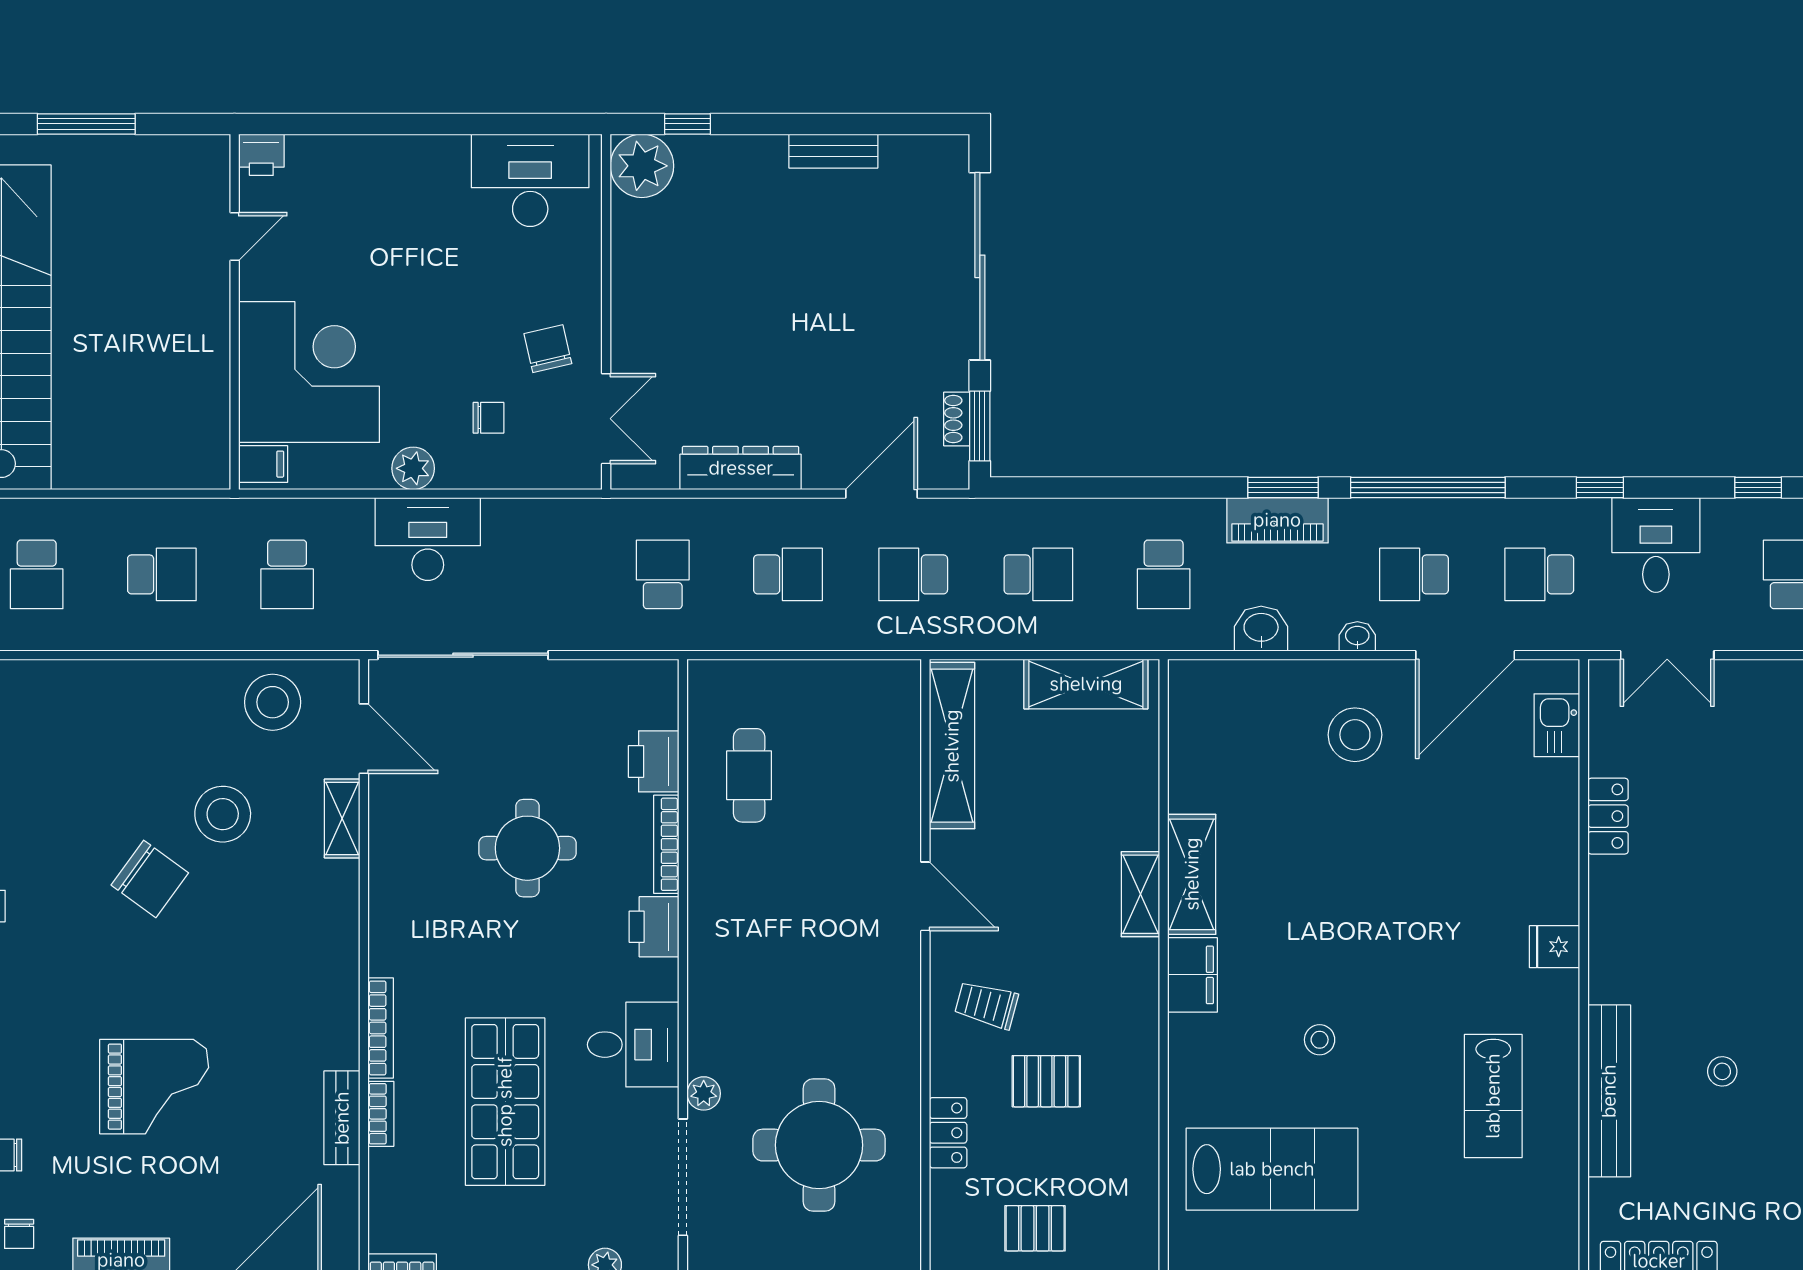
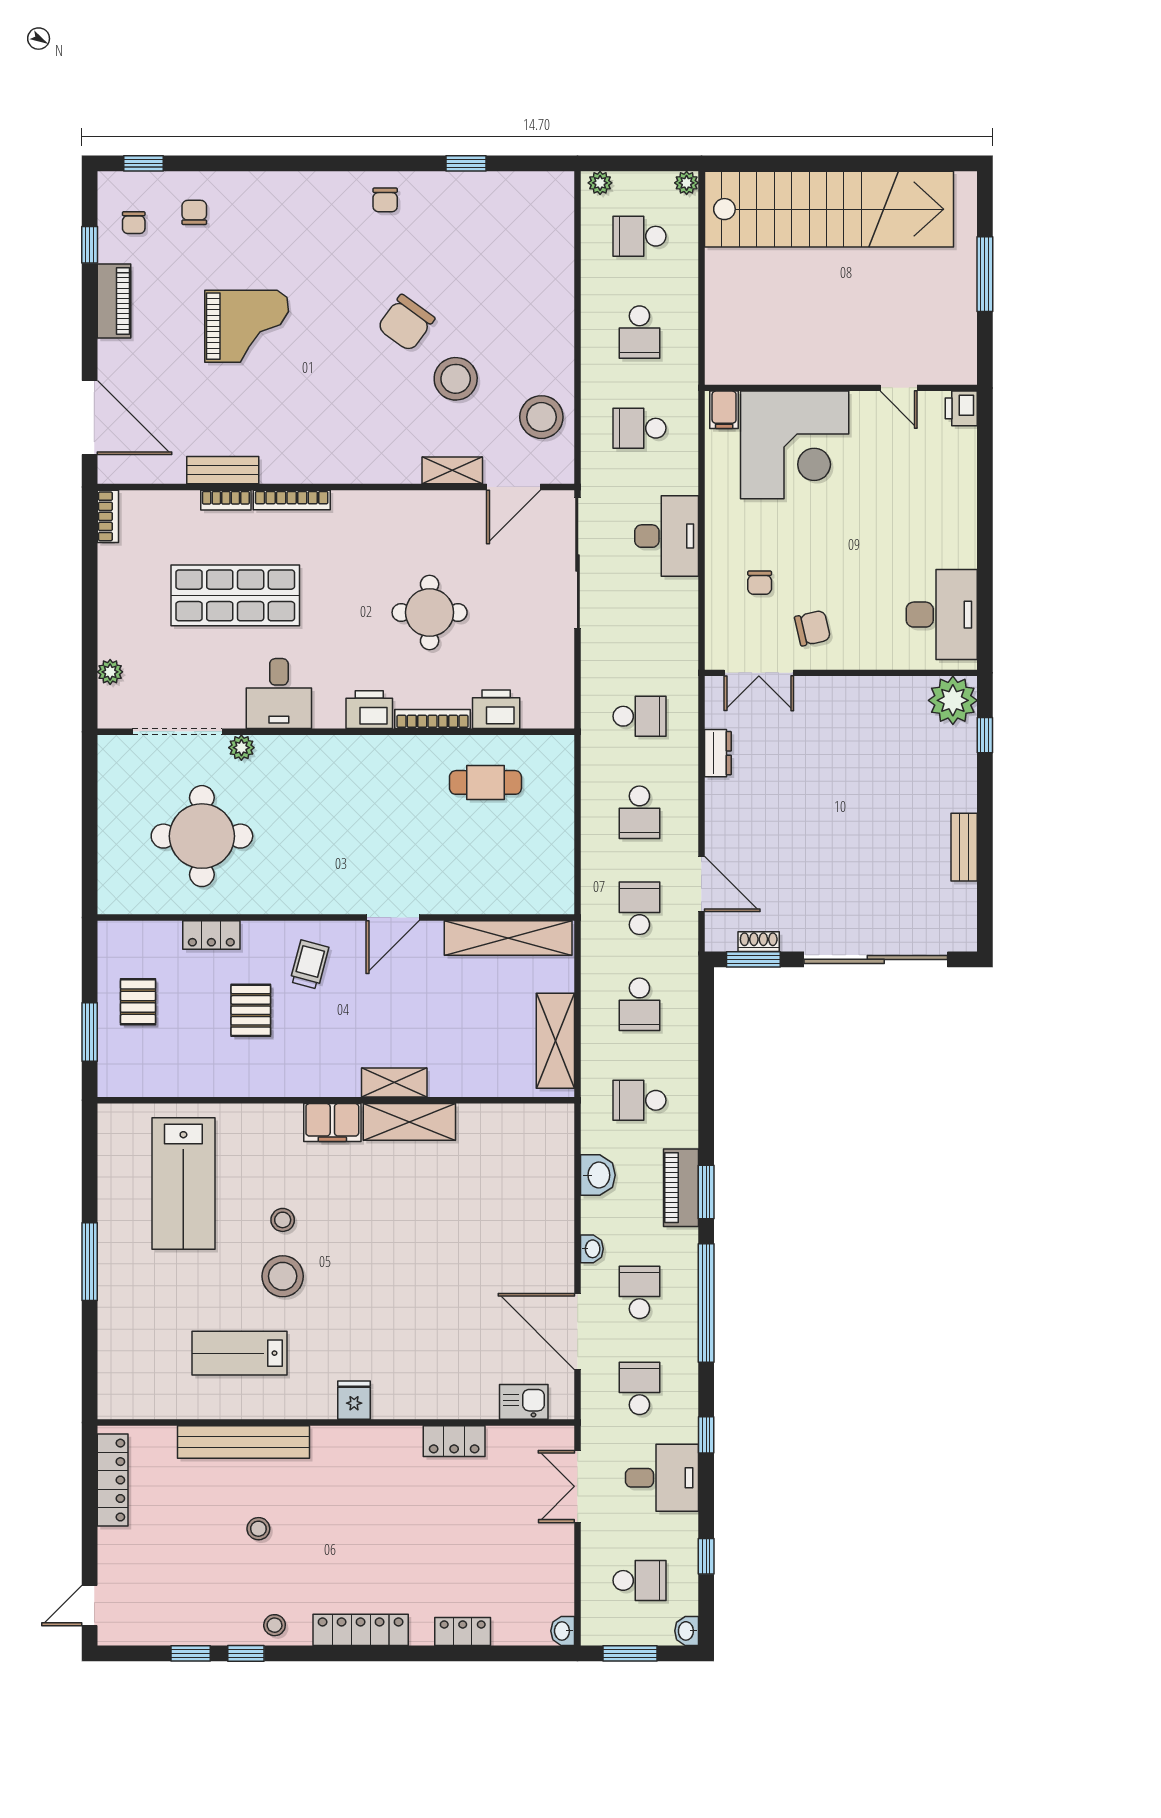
plant: (413, 468) -> (721, 525), removed
dresser: (741, 468) -> (718, 753), width x0.51, depth x0.80
stool: (1355, 735) -> (283, 1276), moved
grand piano: (154, 1087) -> (247, 326), turned -90
chair: (19, 1234) -> (134, 223), turned -90

